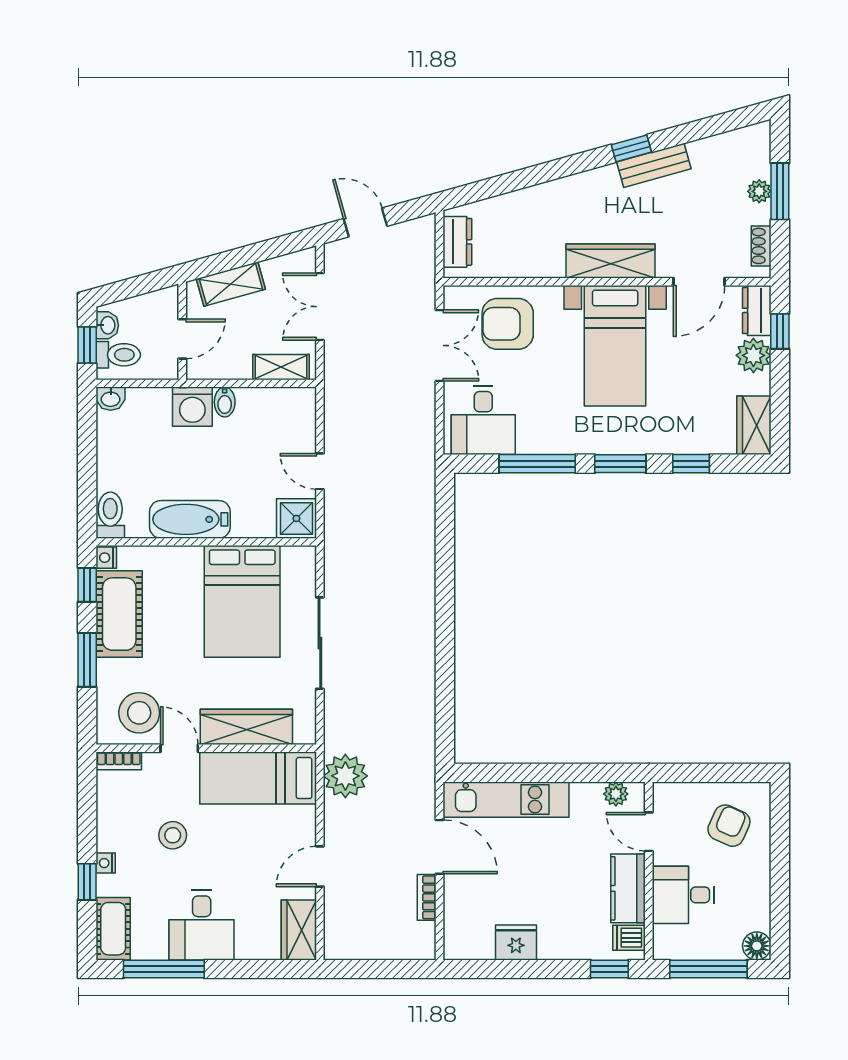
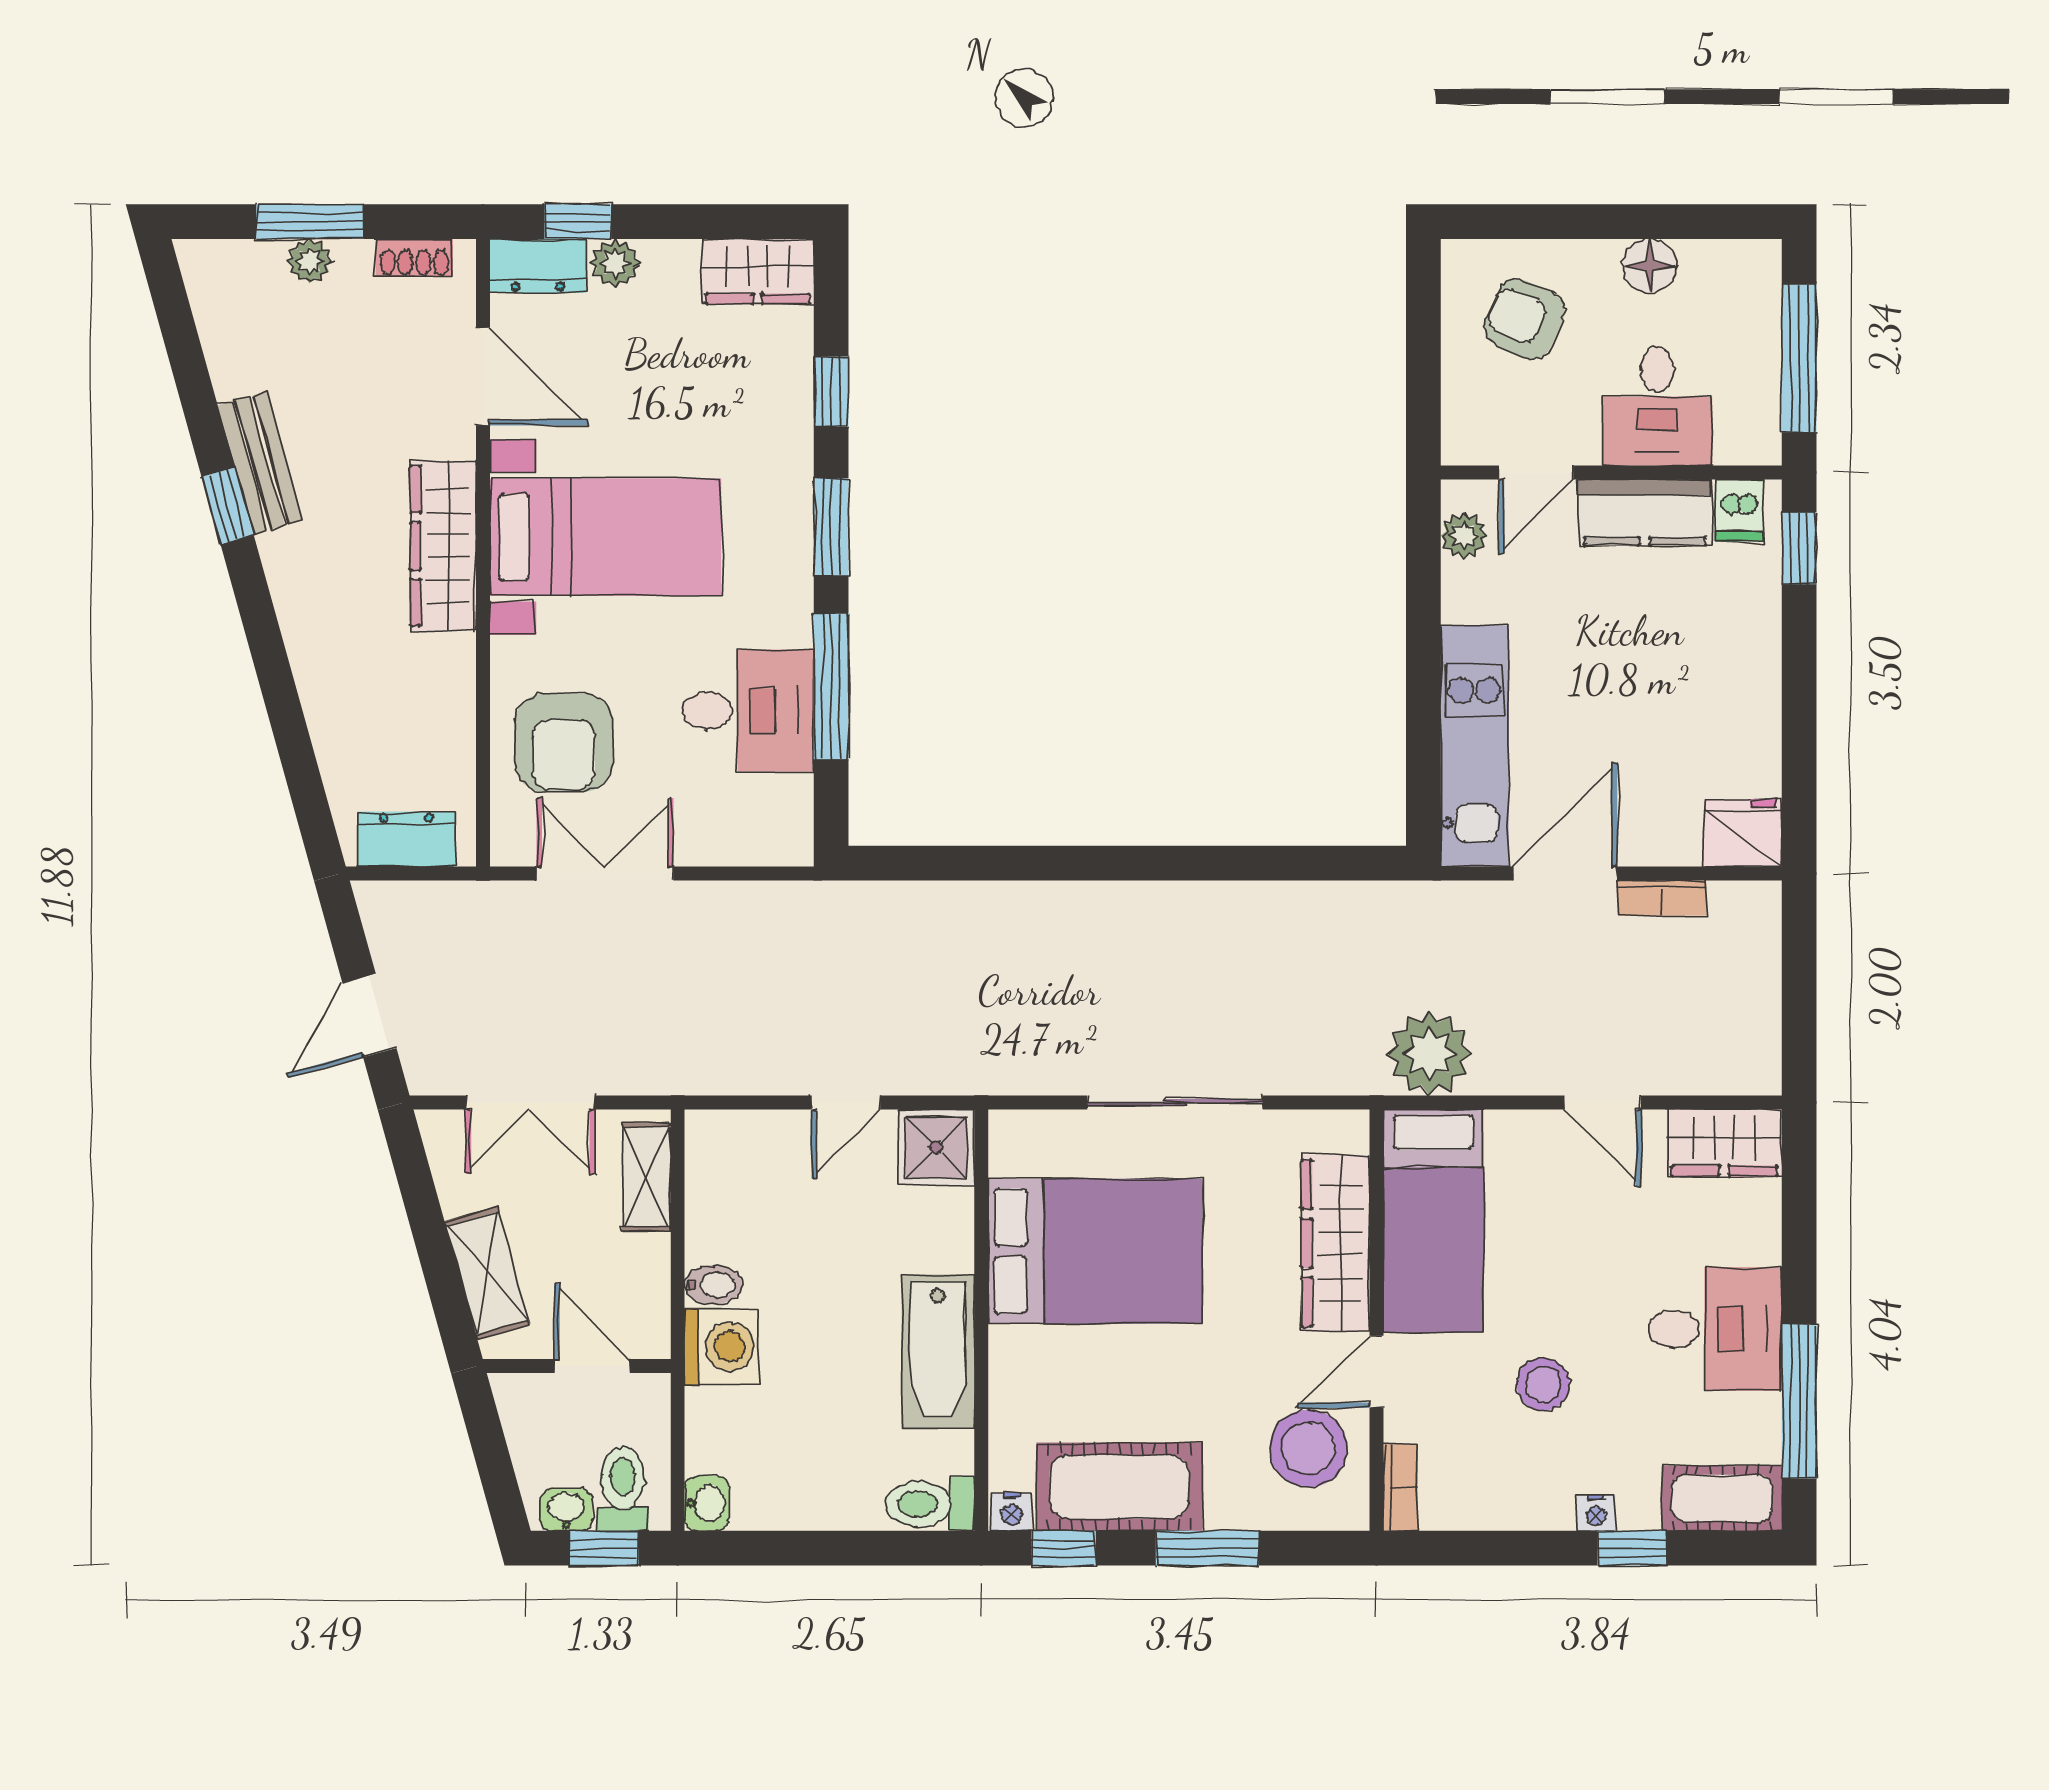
plant: (753, 355) -> (615, 263), width x0.73, depth x0.73
desk: (483, 420) -> (748, 711), moved
fridge: (516, 942) -> (1743, 833), moved, turned 90
floor lamp: (757, 946) -> (1650, 266), moved

